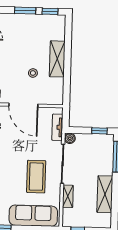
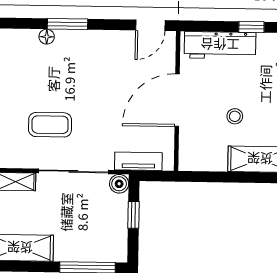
window: (99, 131) -> (133, 215), moved
coffee table: (36, 177) -> (50, 125), width x0.73, depth x0.76

